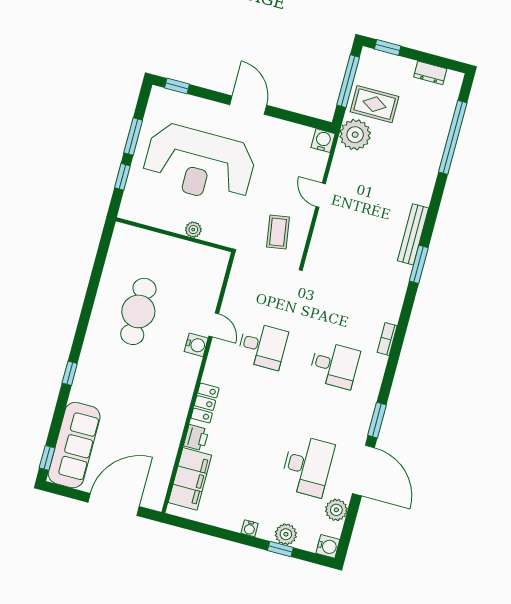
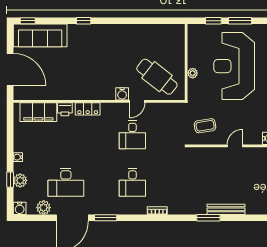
cafe table: (138, 311) -> (157, 77), moved, turned 38

